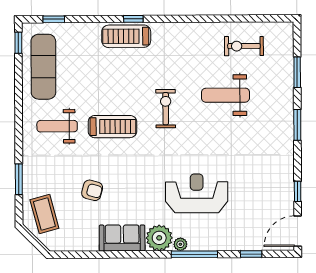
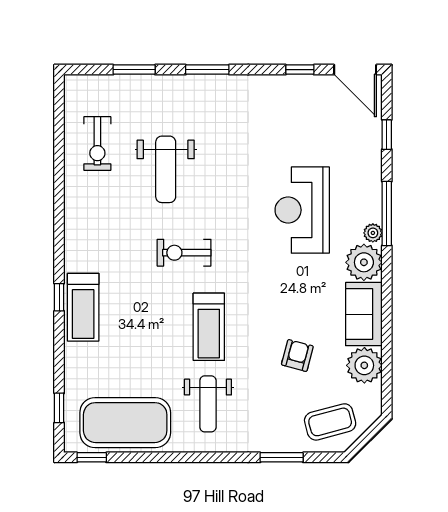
exercise mat: (43, 67) -> (125, 423), width x1.47
treadmill: (112, 127) -> (209, 327), turned 180
plant: (85, 238) -> (364, 365), added

